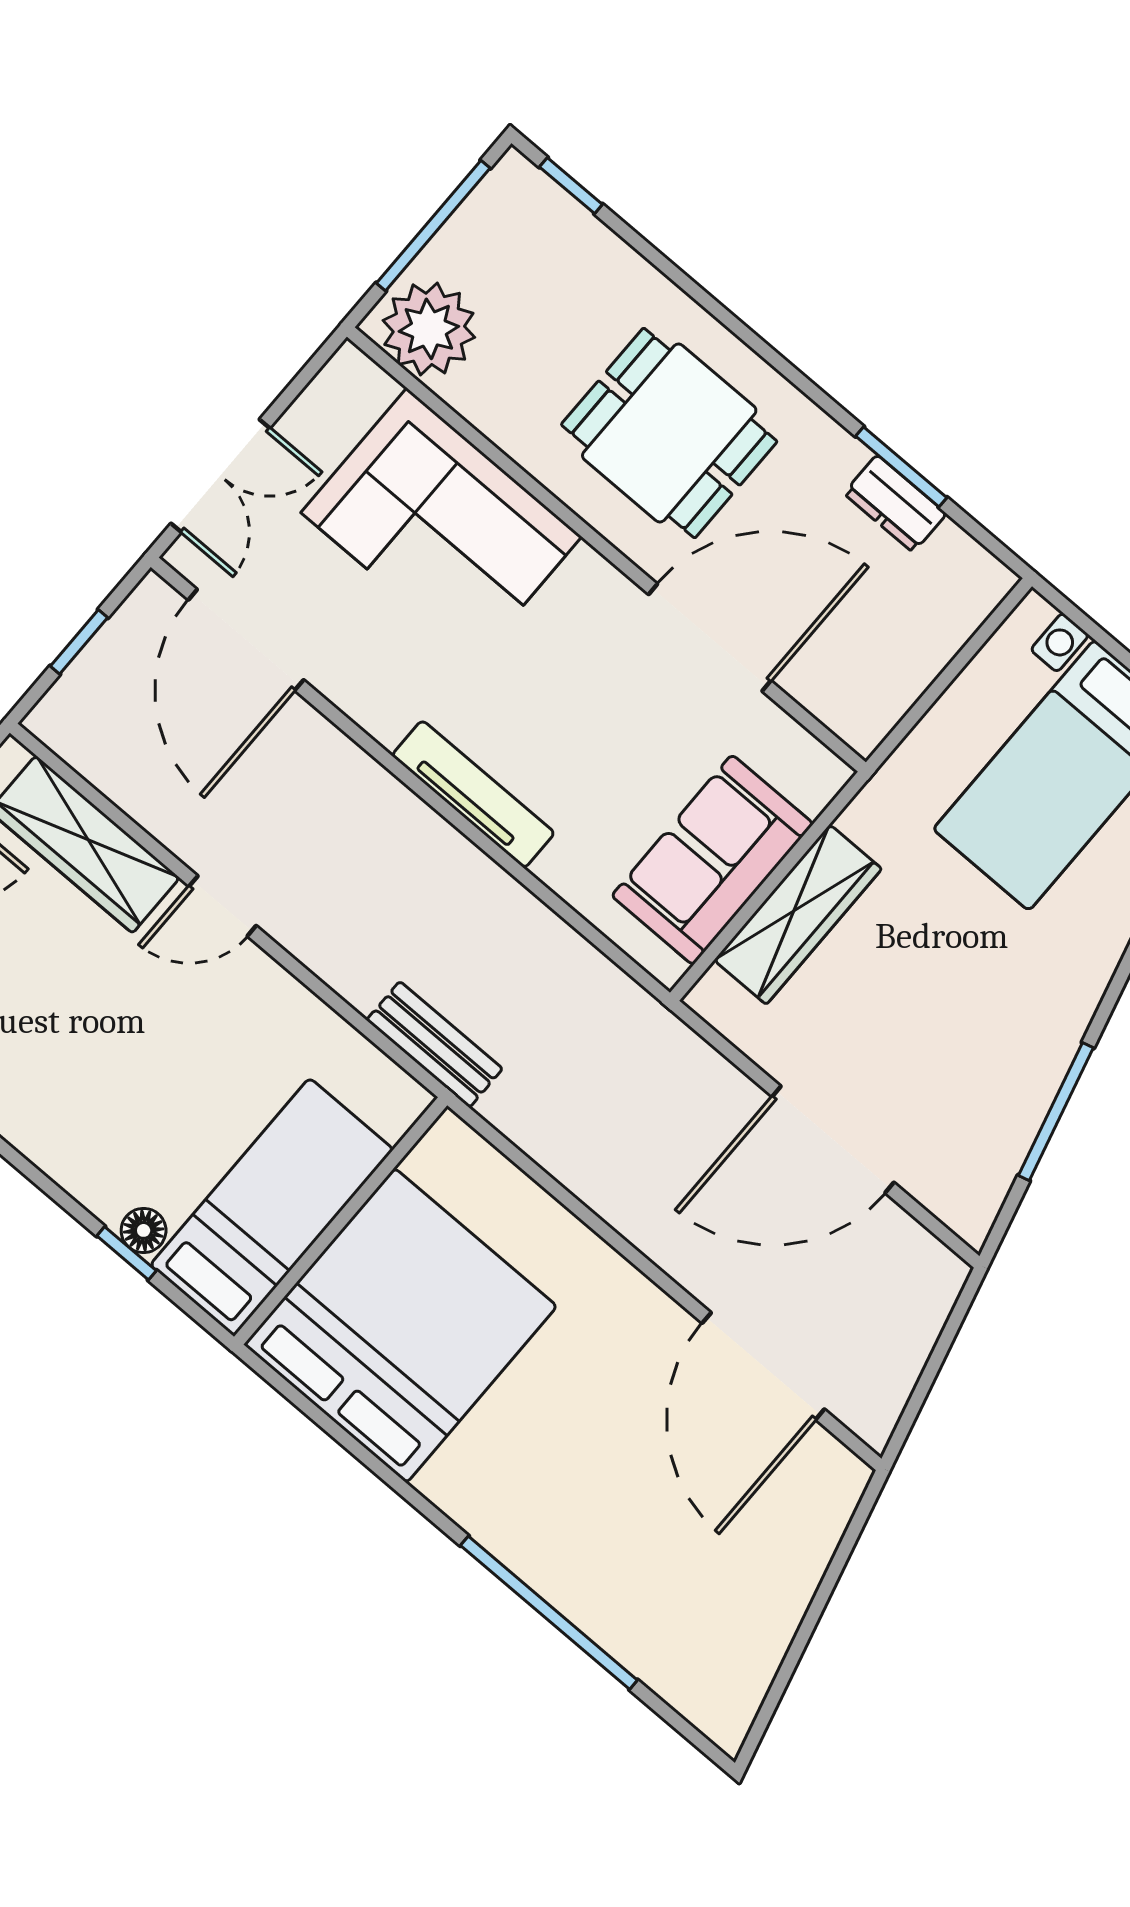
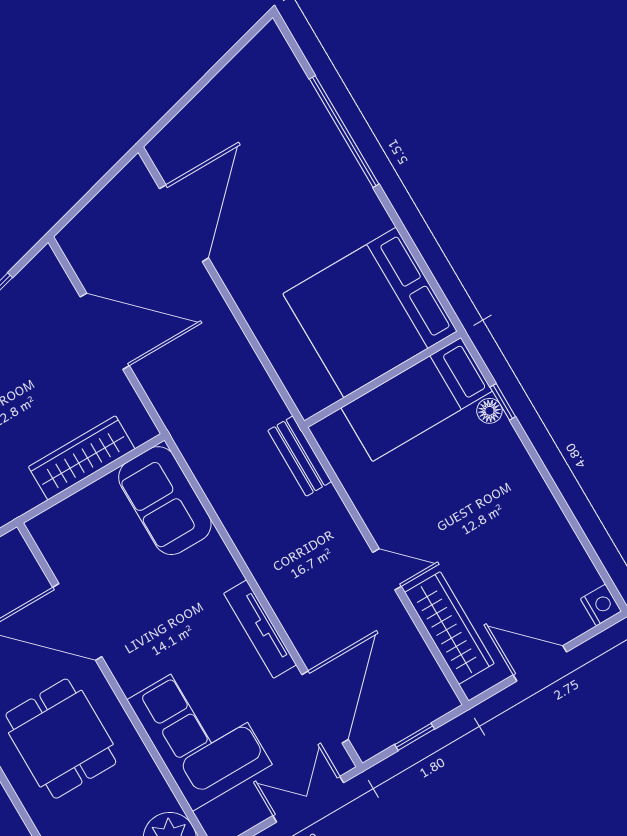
tv unit: (473, 794) -> (260, 629), moved
sofa: (712, 860) -> (165, 501), moved, turned 90

